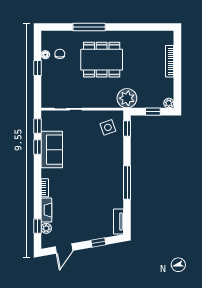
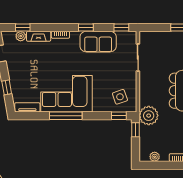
plant: (169, 103) -> (155, 157), moved
window: (153, 112) -> (135, 130), moved
window: (37, 147) -> (86, 28), moved
corner sofa: (105, 182) -> (66, 94), added

